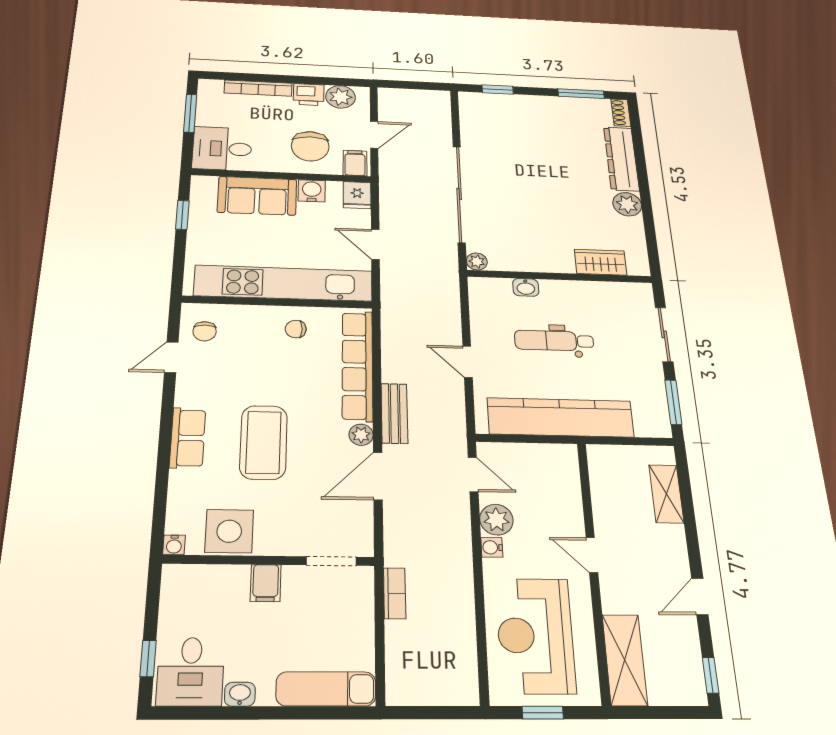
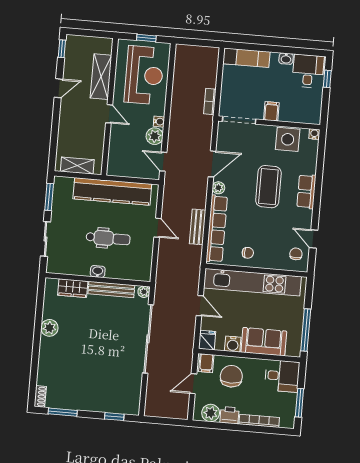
dresser: (621, 159) -> (47, 361), removed
window: (182, 215) -> (306, 330), width x2.17
bench: (534, 263) -> (111, 290), added
washbasin: (526, 287) -> (98, 272), moved
door: (171, 357) -> (314, 239), swing flipped
bench: (394, 413) -> (198, 227), moved
shelving: (666, 494) -> (77, 166), moved, turned 90
doorway: (331, 561) -> (239, 120), width x1.38
shelving: (625, 660) -> (101, 77), moved

